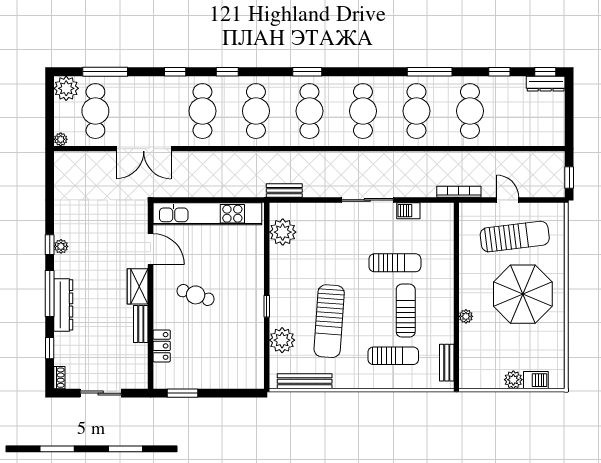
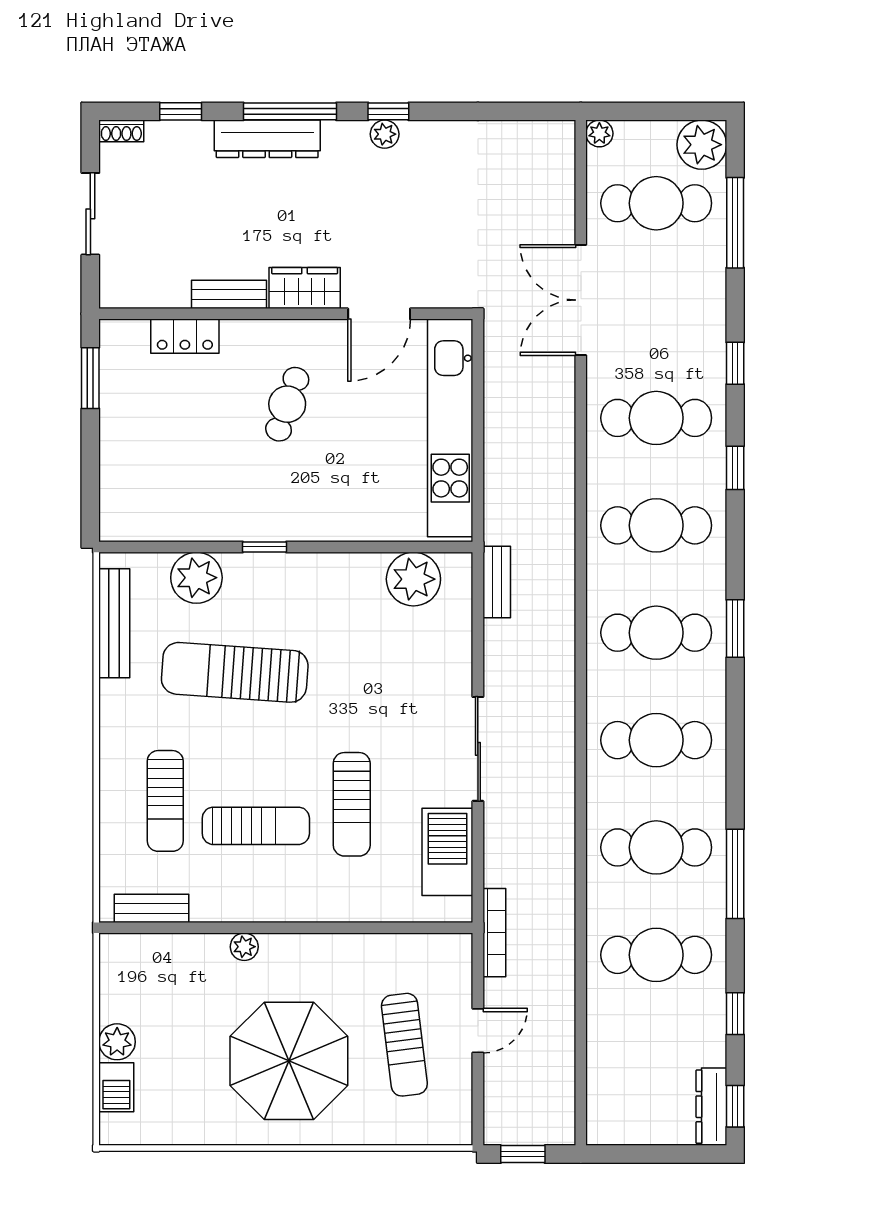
barbecue: (408, 211) -> (447, 852), width x1.88, depth x1.53
sun lounger: (515, 237) -> (404, 1045), width x0.73, depth x0.75

